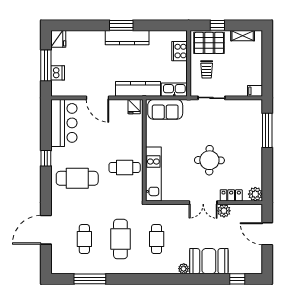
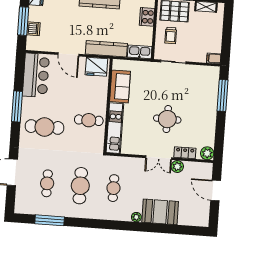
fridge: (134, 107) -> (96, 67), width x1.88, depth x1.34
sofa: (165, 109) -> (120, 86), moved, turned -90
window: (46, 158) -> (17, 106), width x2.17
window: (237, 279) -> (185, 230), removed

